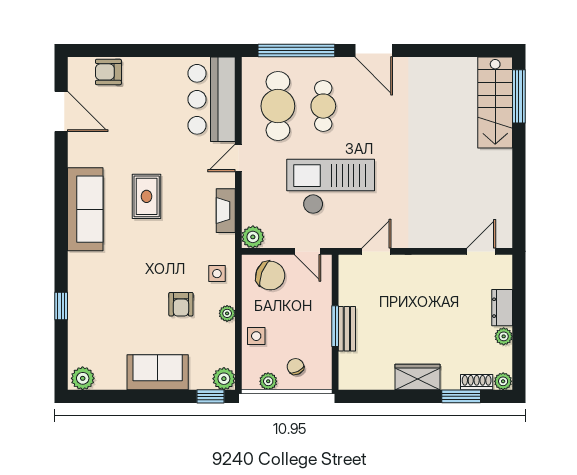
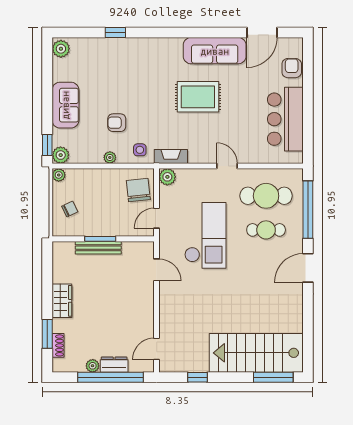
bar counter: (212, 99) -> (285, 119), moved, turned -90
stairs: (495, 102) -> (256, 353), width x1.36, depth x1.51
rug: (147, 196) -> (198, 97), width x1.36, depth x1.43
window: (519, 197) -> (198, 377), added
sofa: (85, 209) -> (215, 51), moved
fireplace: (226, 211) -> (171, 156), moved
door: (481, 251) -> (157, 349), swing flipped
chair: (270, 276) -> (138, 190), turned 153
window: (519, 312) -> (111, 377), added
bench: (347, 329) -> (98, 248), width x1.36
side table: (256, 336) -> (93, 179), removed
plant: (268, 381) -> (59, 175), moved
plant: (503, 381) -> (59, 365), removed

